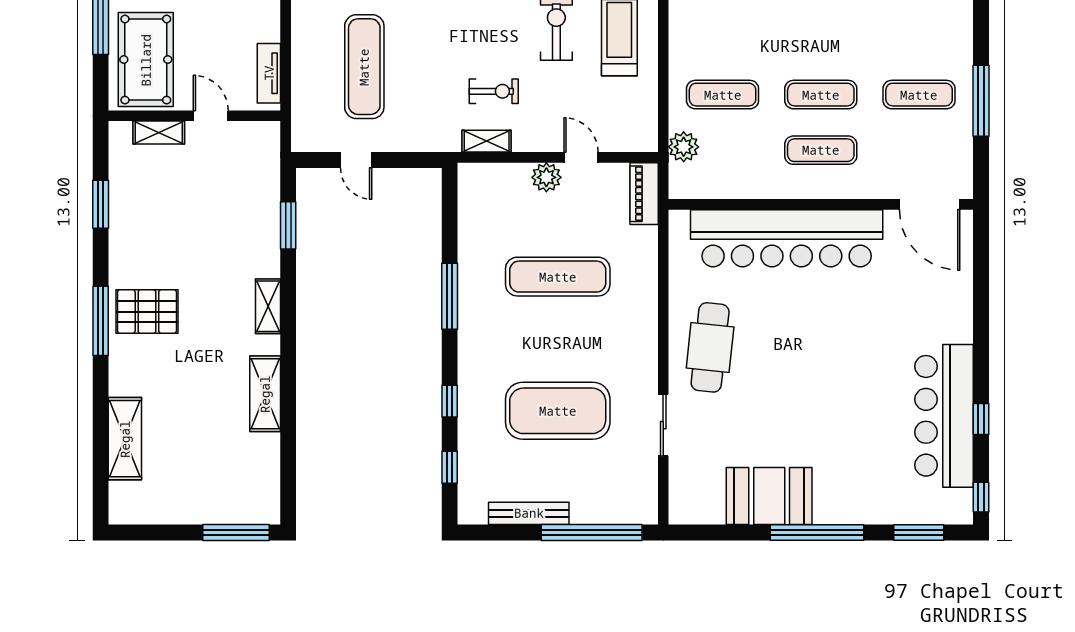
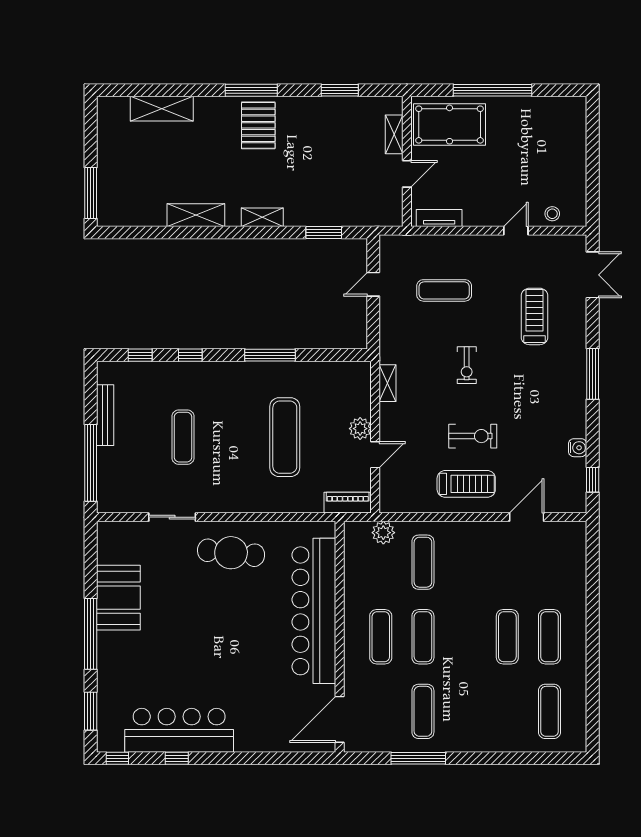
exercise mat: (364, 67) -> (444, 290), width x0.73, depth x0.69
exercise bike: (494, 91) -> (467, 365), moved
exercise mat: (558, 411) -> (183, 437), width x0.50, depth x0.69

